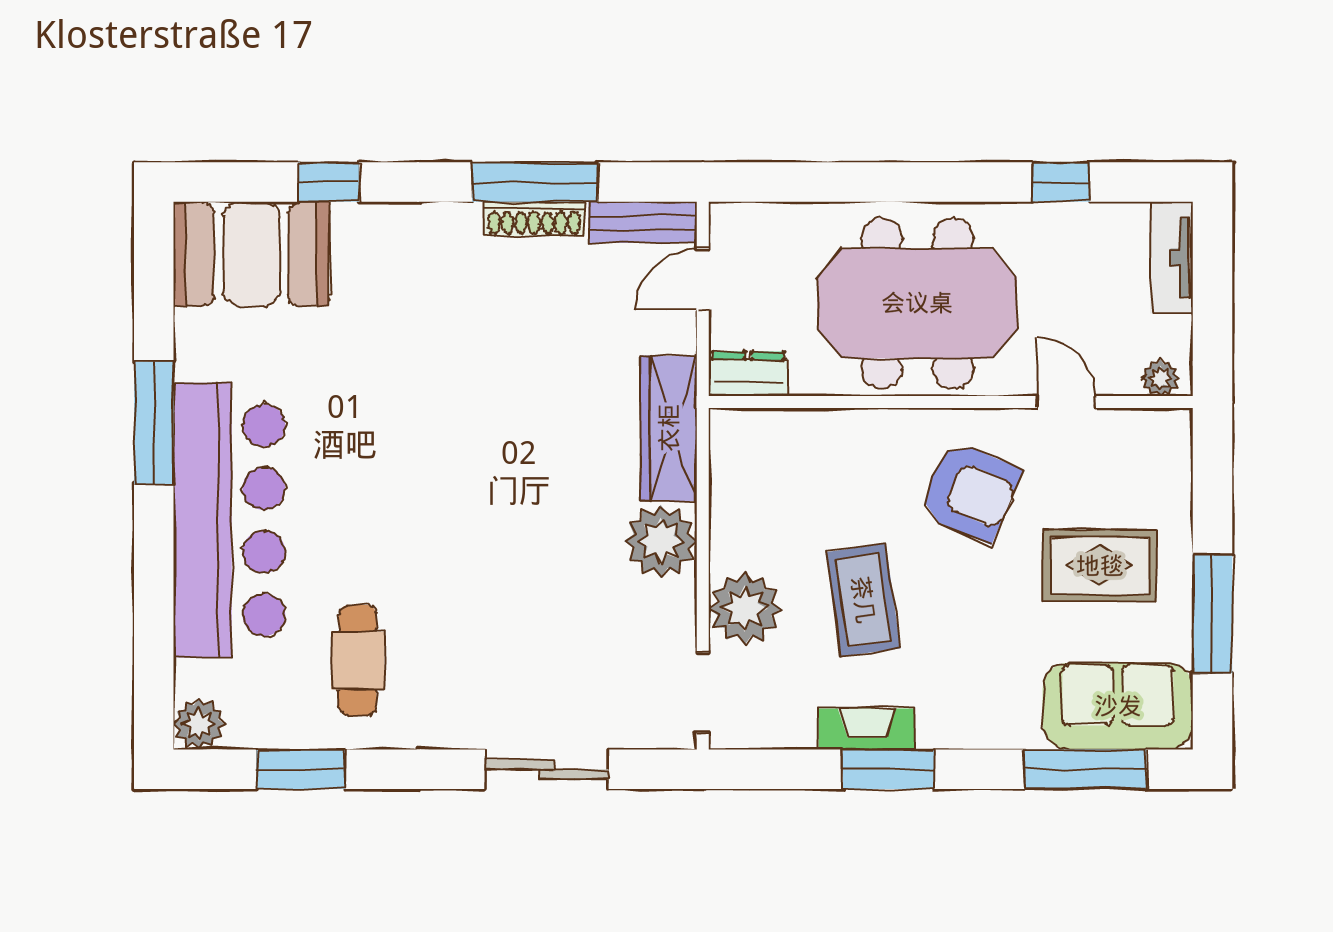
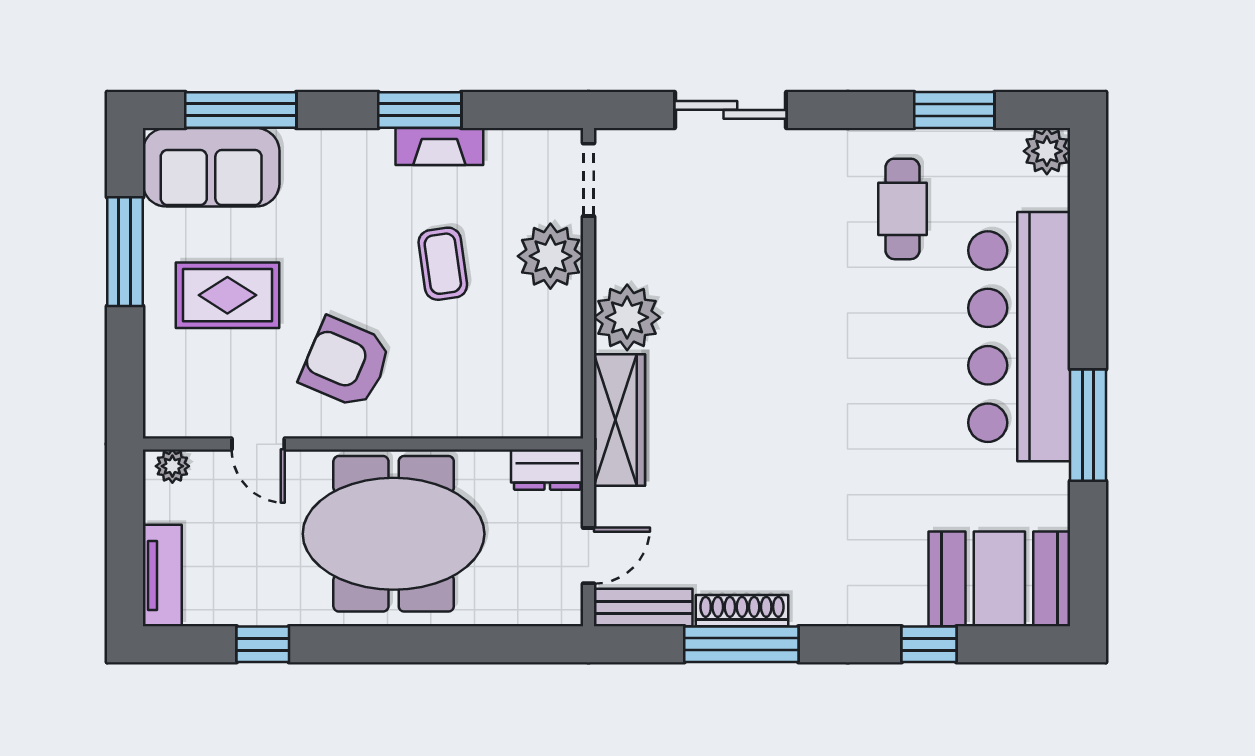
coffee table: (863, 600) -> (443, 264), width x0.73, depth x0.77

